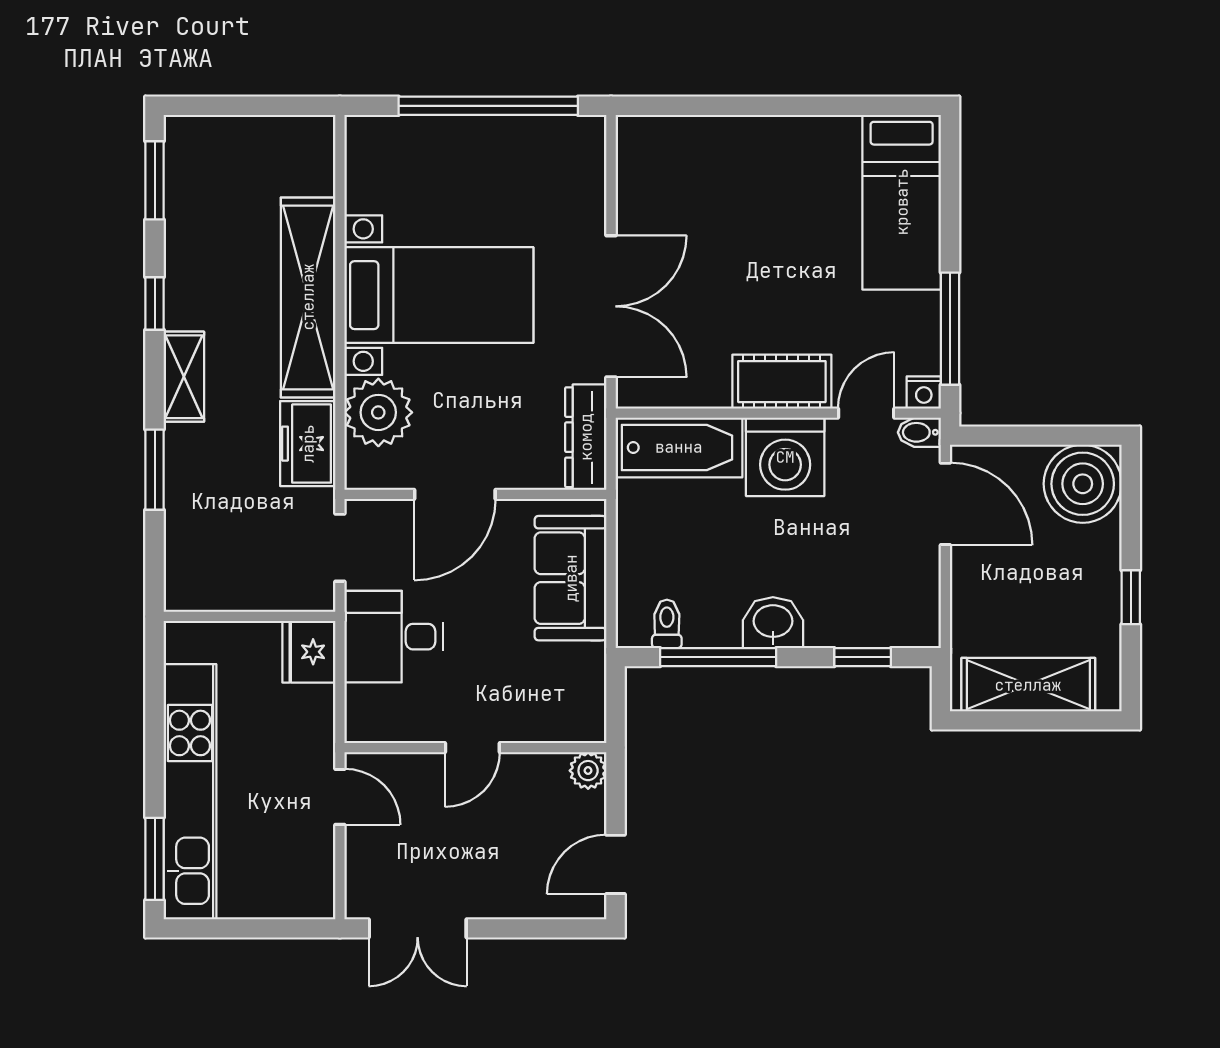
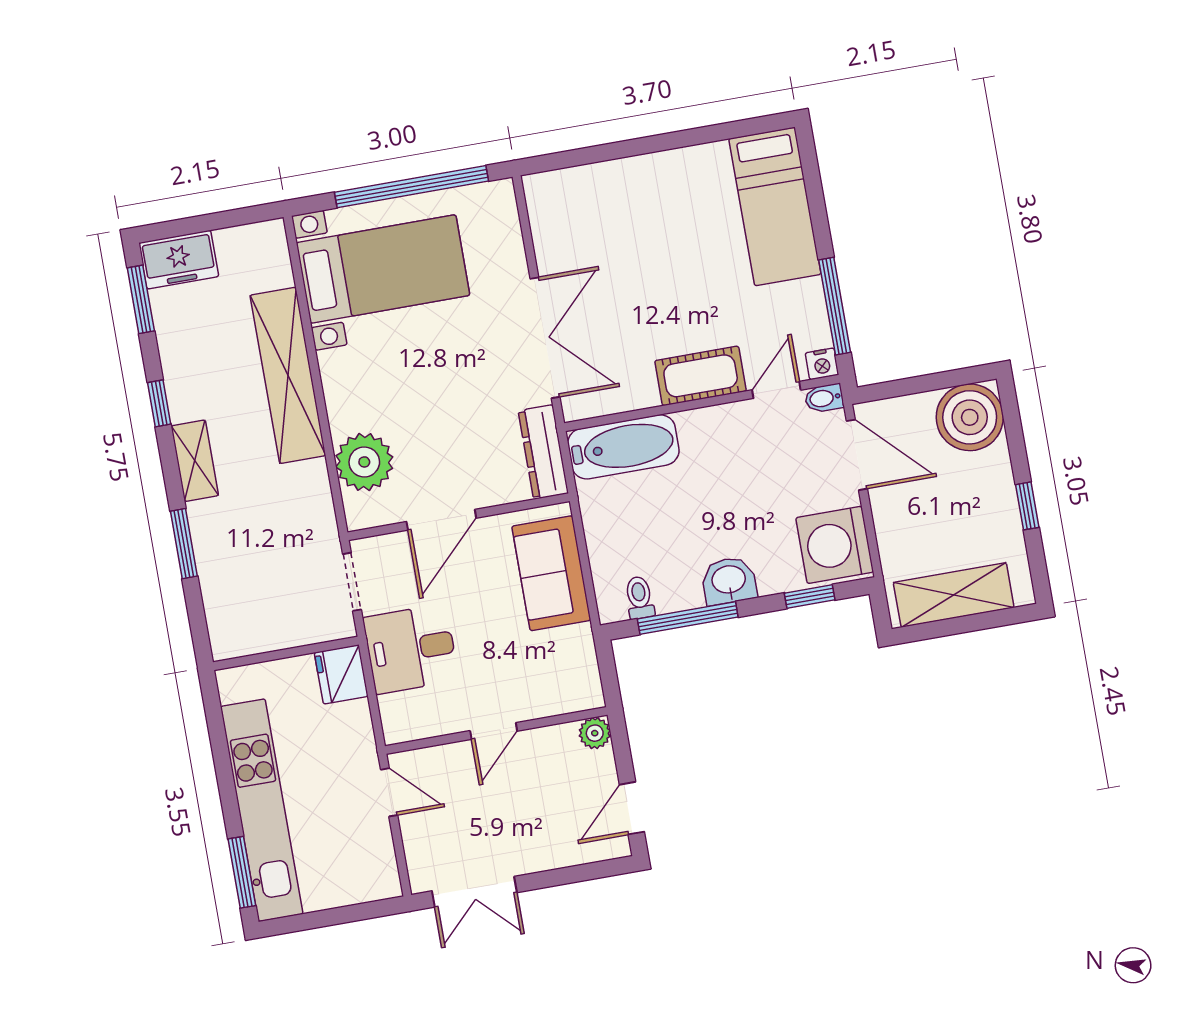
bed with nightstands: (439, 295) -> (383, 269), moved
freezer: (308, 444) -> (179, 260), moved, turned -90
washing machine: (785, 457) -> (835, 545), moved, turned 90

